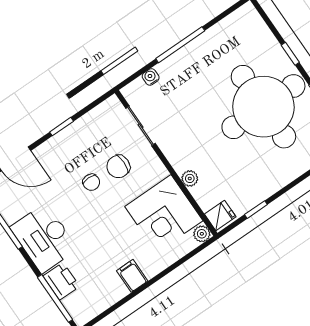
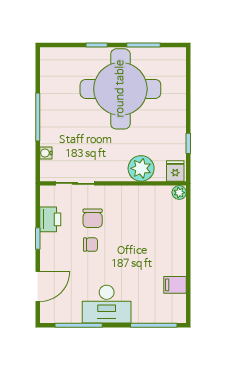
plant: (190, 178) -> (141, 168), width x1.87, depth x1.87
corner desk: (164, 214) -> (147, 209), removed
filing cabinet: (132, 276) -> (175, 285), moved
printer: (61, 281) -> (50, 219), moved, turned 90

